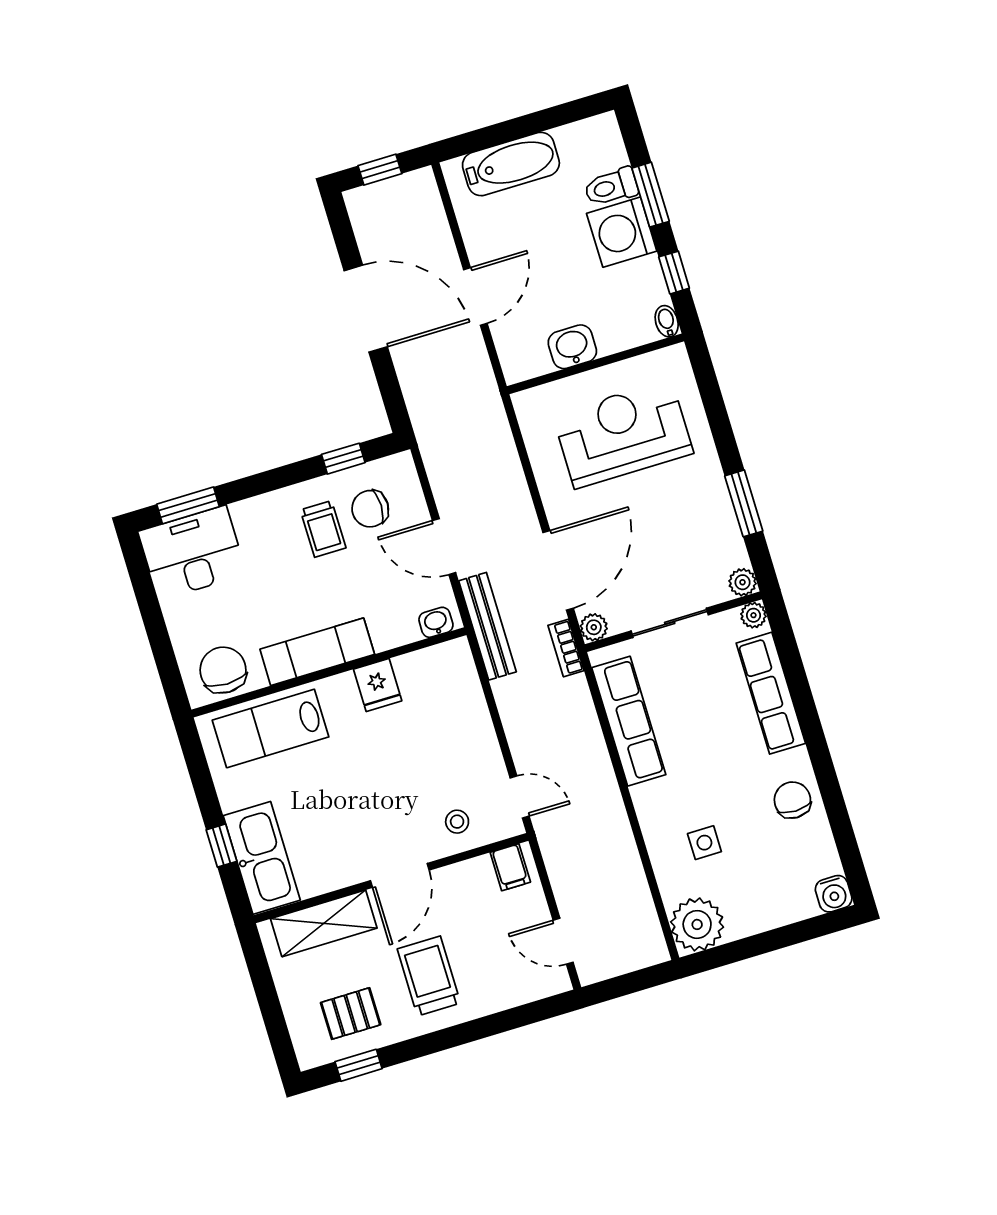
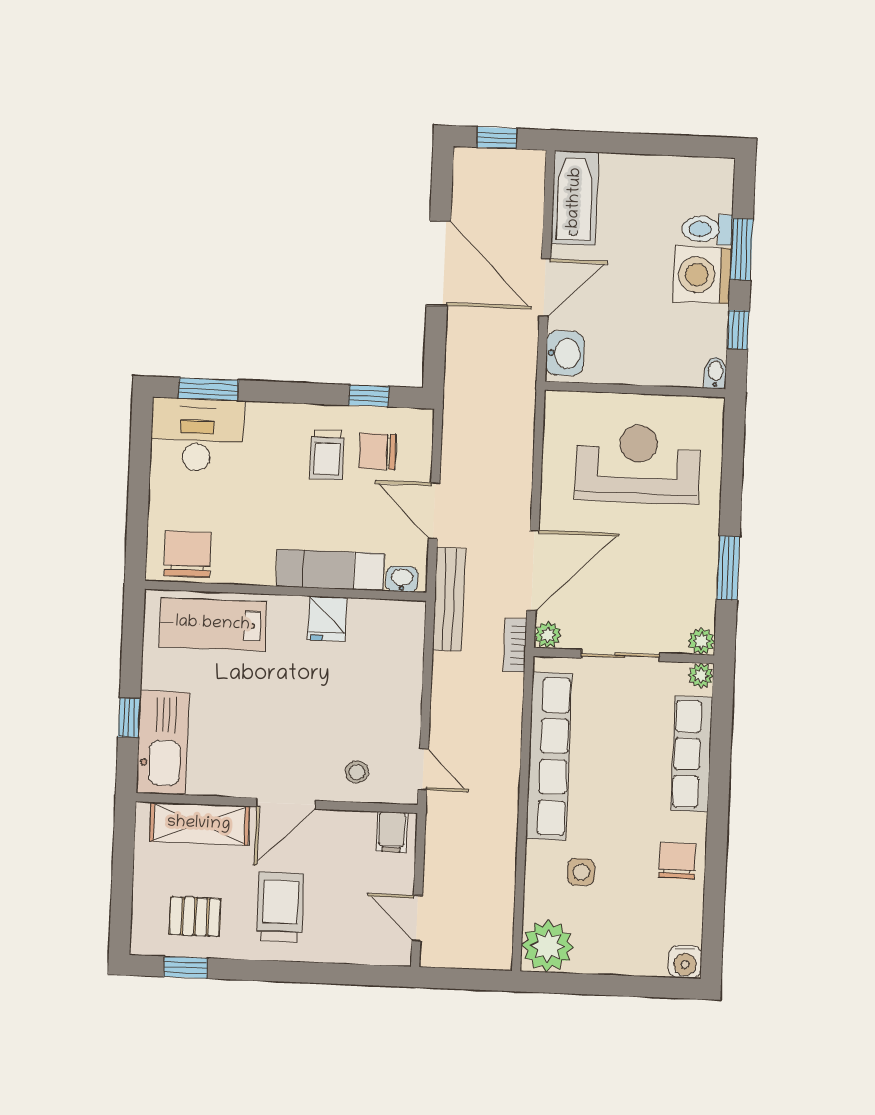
bathtub: (511, 164) -> (575, 198), moved, turned -90
washbasin: (572, 347) -> (565, 353), moved, turned 90
exam couch: (317, 652) -> (330, 570), moved
row of seats: (629, 721) -> (549, 756), width x1.36

